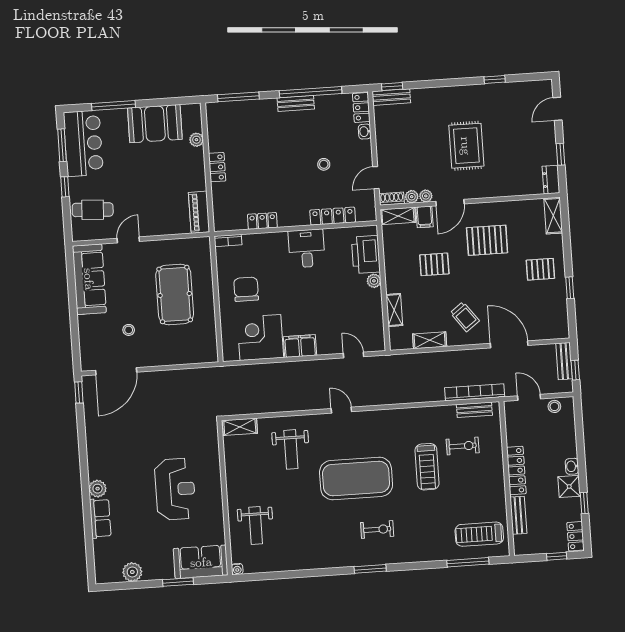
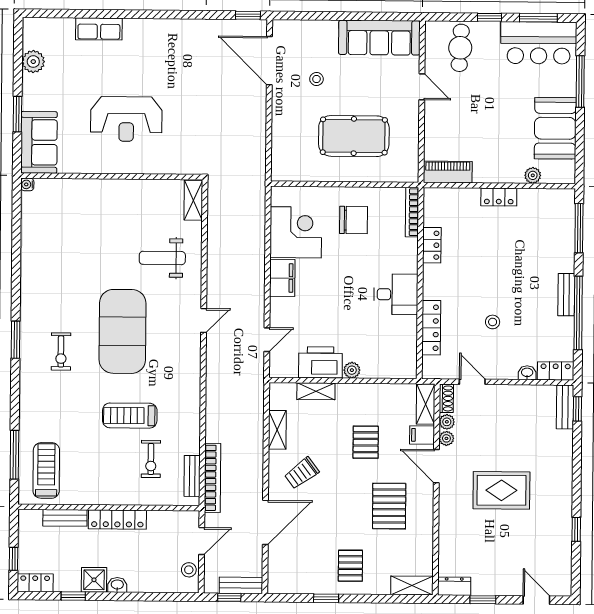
bookcase: (228, 240) -> (412, 212), width x1.56
printer: (366, 254) -> (320, 362), moved
plant: (98, 489) -> (134, 28), removed
weight bench: (256, 525) -> (77, 210), removed

